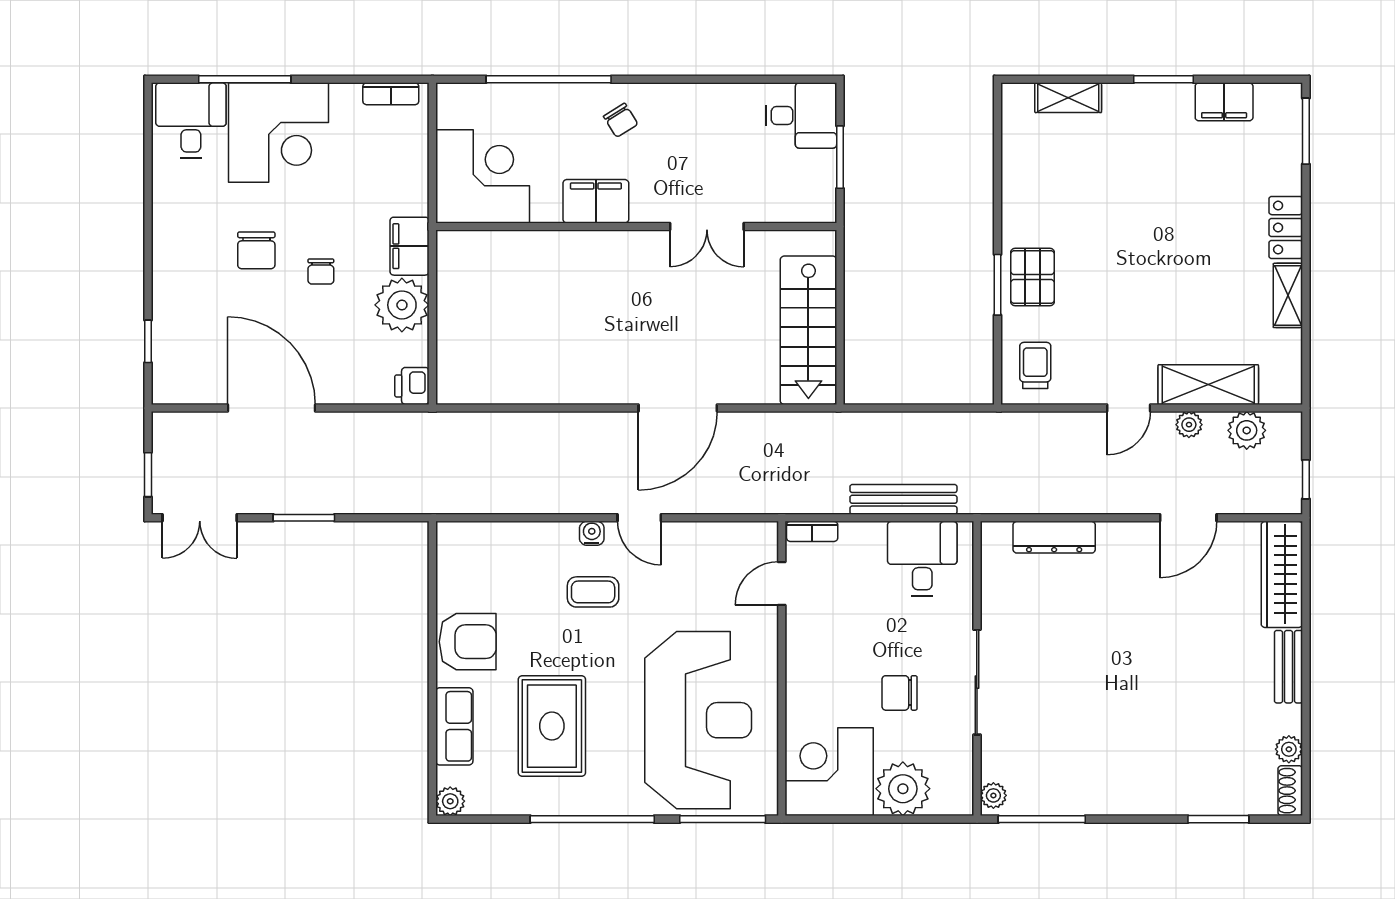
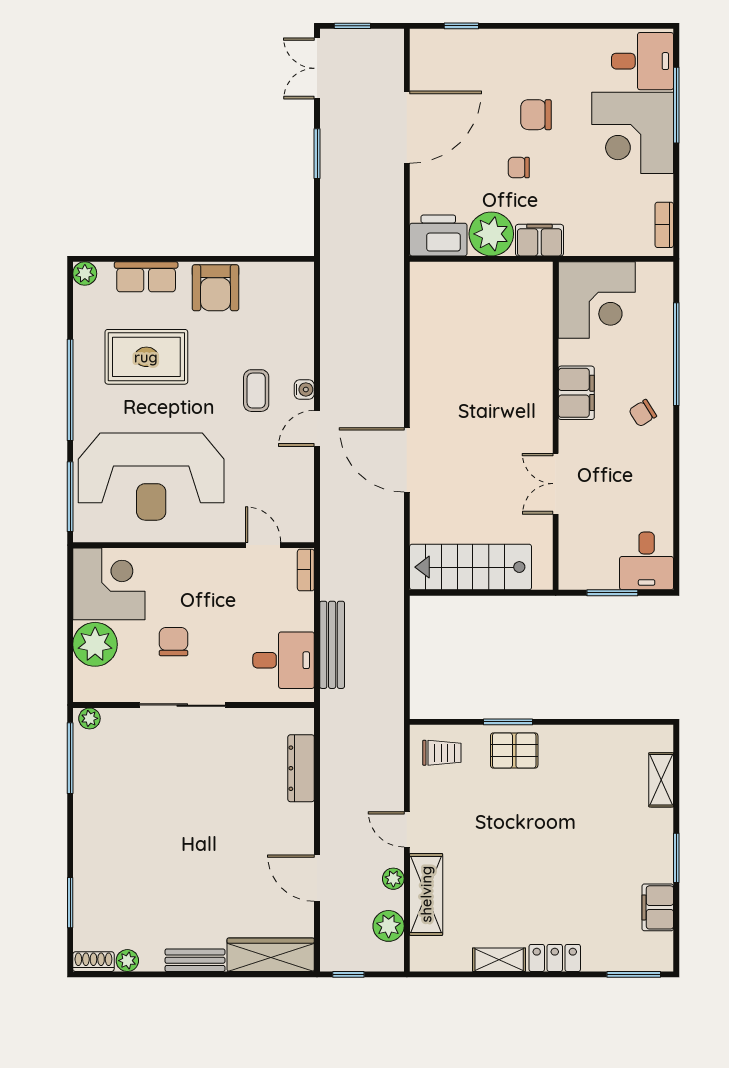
printer: (412, 386) -> (438, 235), width x1.87, depth x1.48

